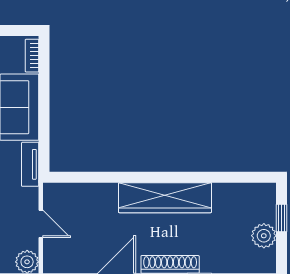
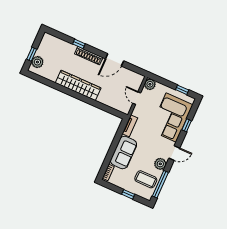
plant: (264, 236) -> (37, 62), moved

